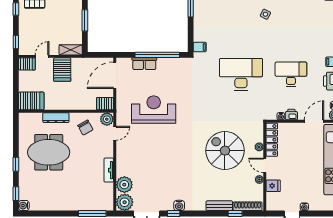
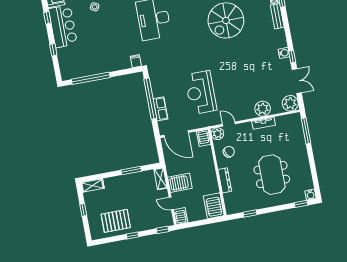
meeting table: (49, 152) -> (272, 175), moved
window: (16, 164) -> (250, 213), moved
plant: (124, 185) -> (263, 109), moved

